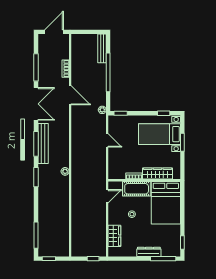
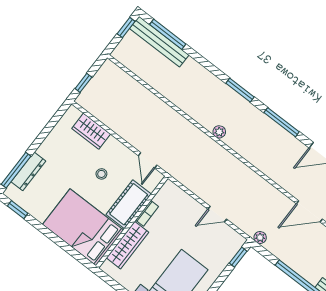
bench: (43, 143) -> (159, 42), moved
dresser: (149, 252) -> (28, 171), moved

